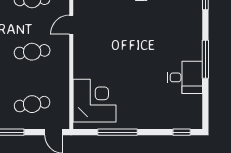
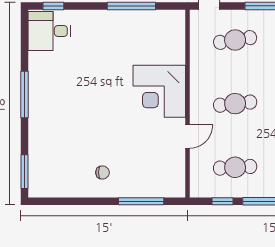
desk: (185, 77) -> (49, 31), moved
corner desk: (95, 101) -> (159, 91), moved

